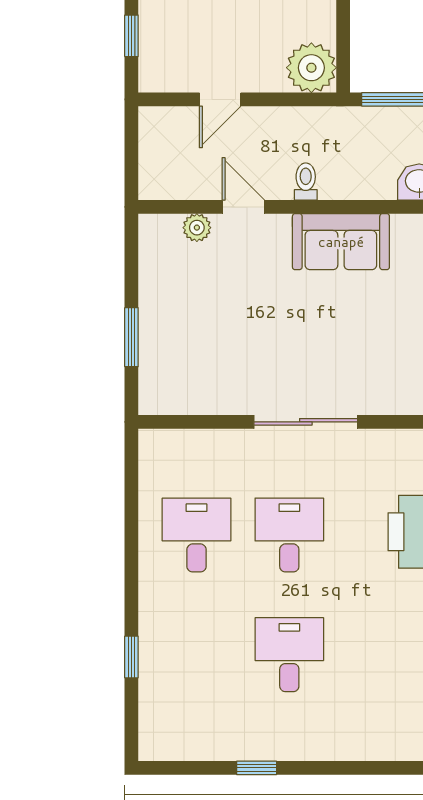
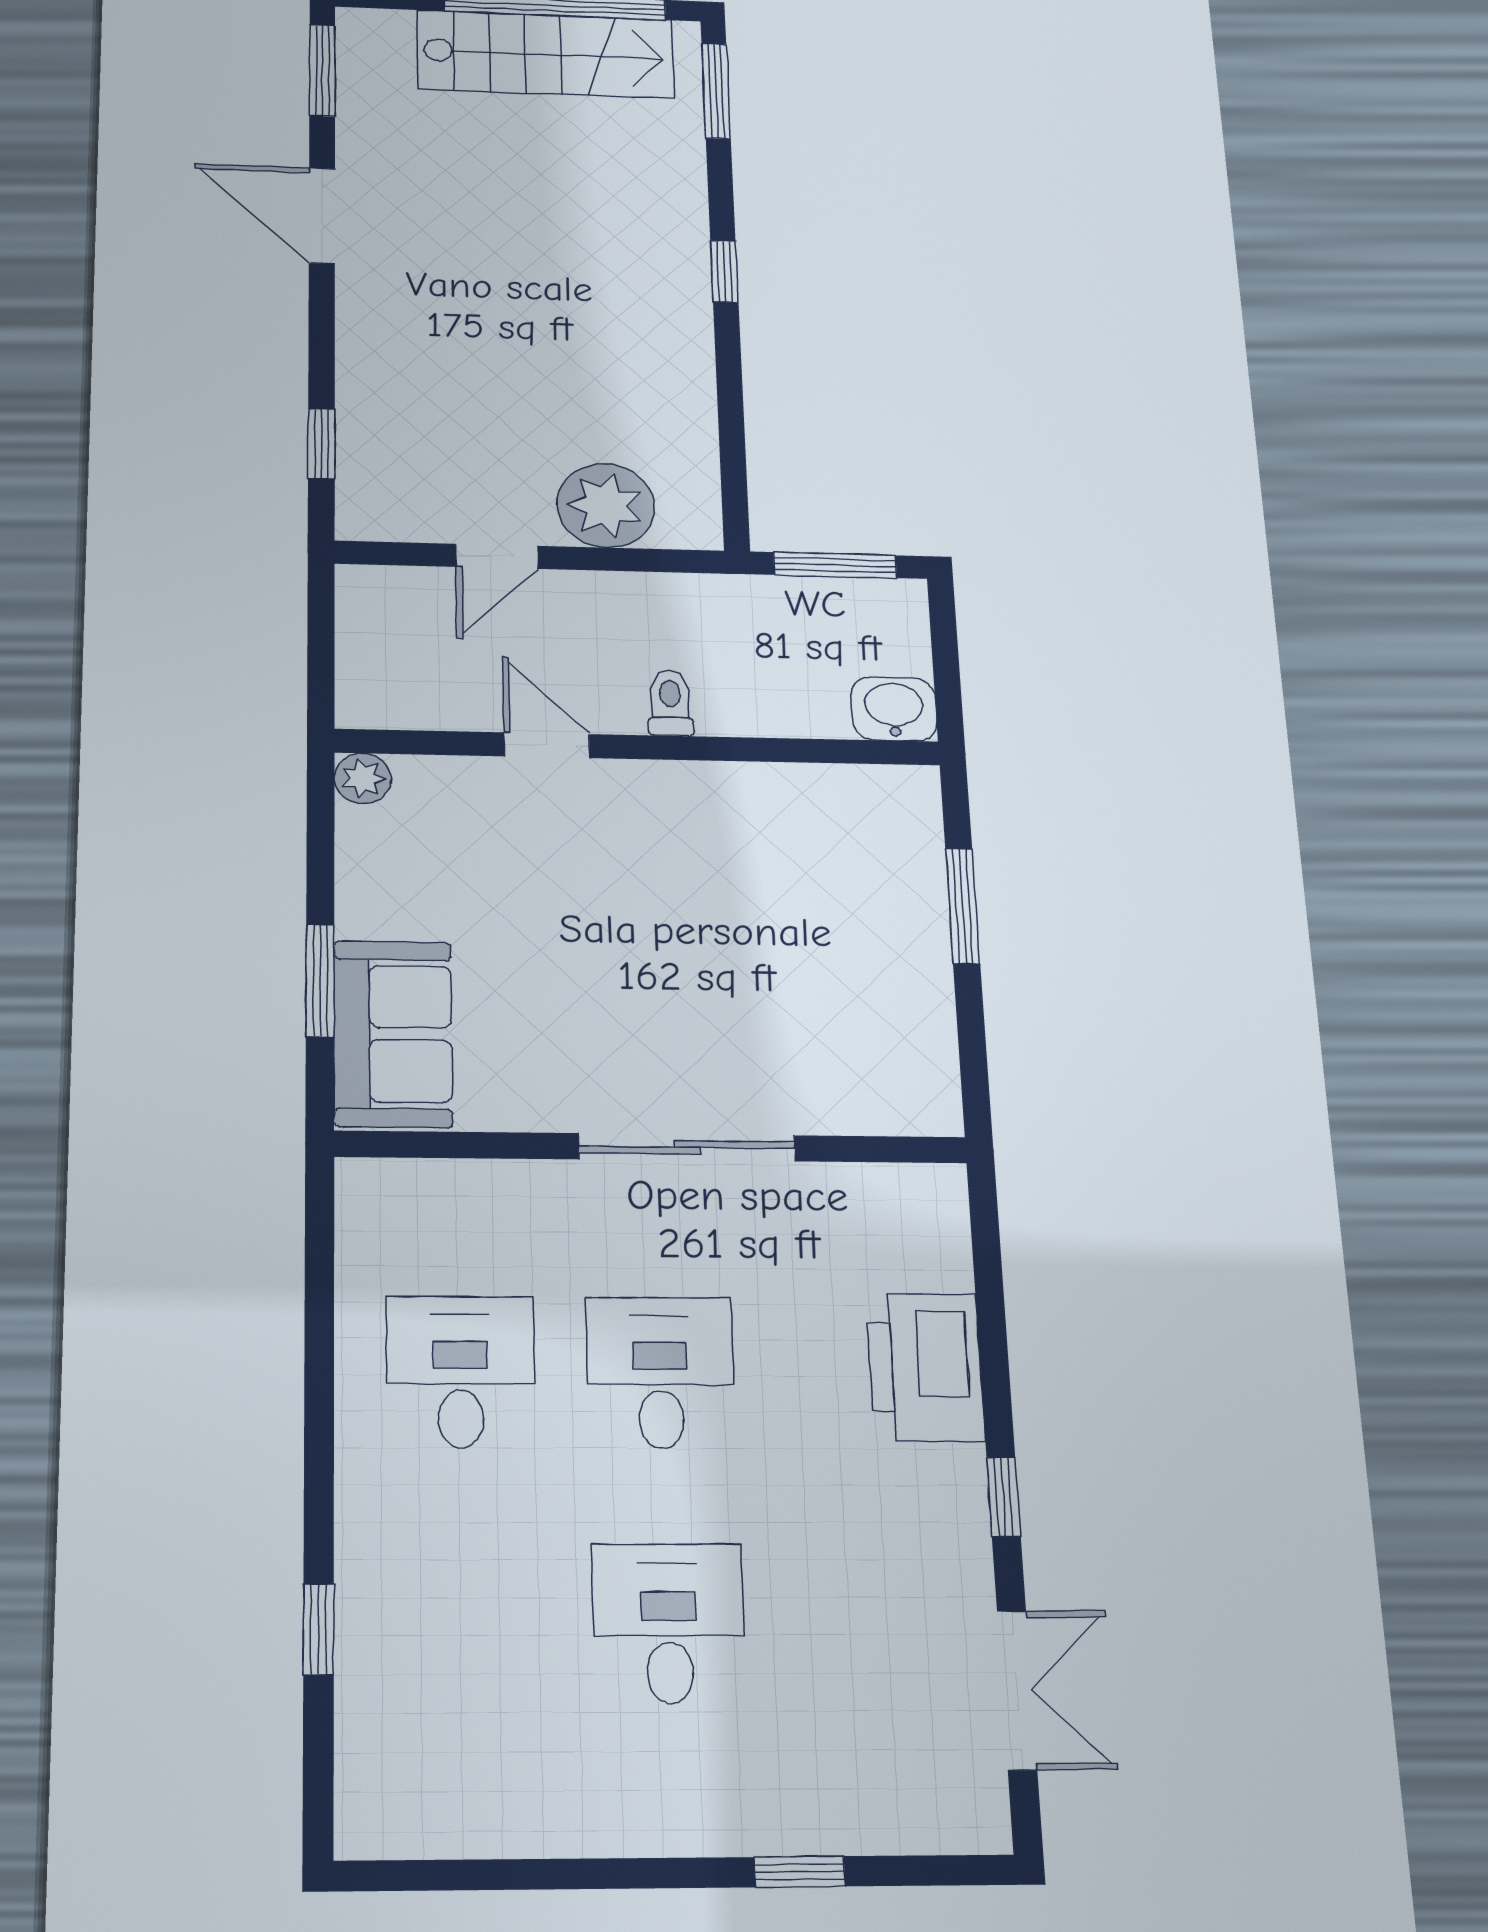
plant: (311, 68) -> (606, 506), moved
plant: (197, 228) -> (363, 779), moved
sofa: (341, 242) -> (393, 1034), moved, turned -90
window: (257, 768) -> (800, 1872), moved

